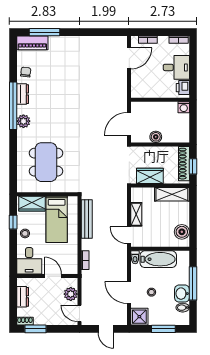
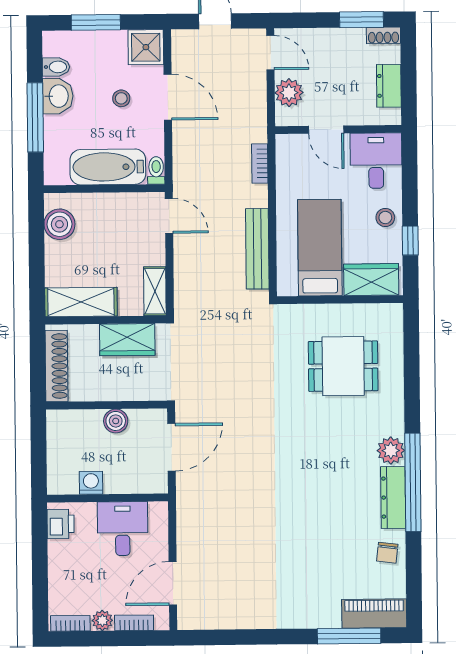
plant: (163, 41) -> (102, 620), added
desk: (176, 67) -> (123, 529), moved, turned 90
dresser: (23, 94) -> (393, 497), width x1.44
washing machine: (184, 107) -> (91, 483), moved
dining table: (46, 162) -> (343, 366), width x0.73
window: (193, 166) -> (38, 360), removed
shelving: (136, 214) -> (155, 291), moved

